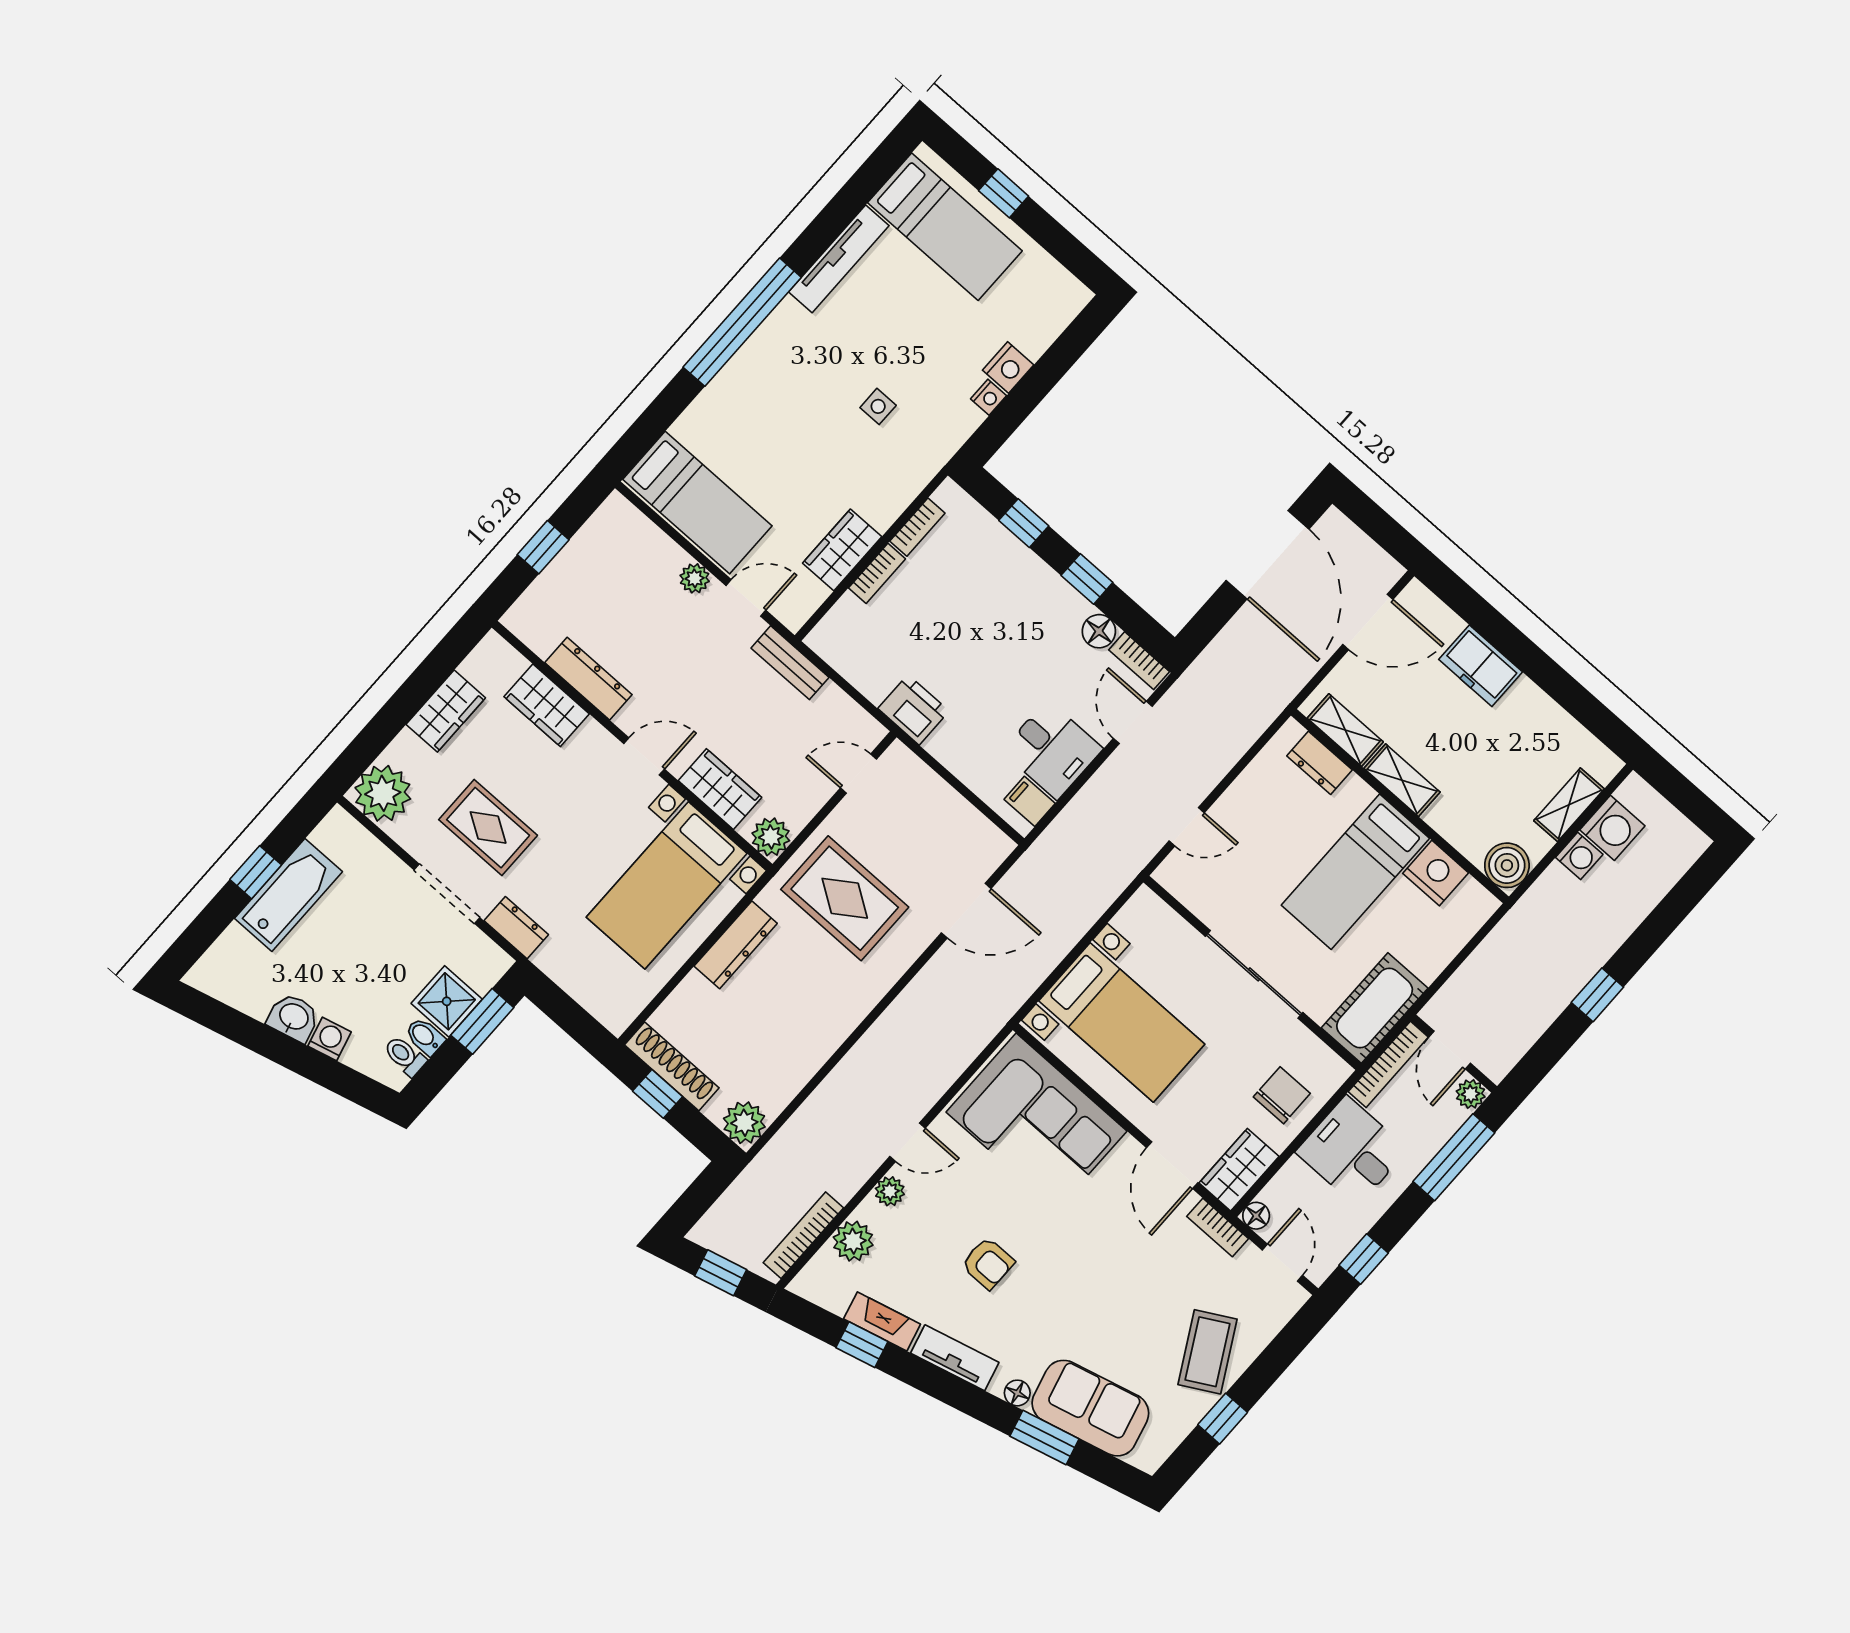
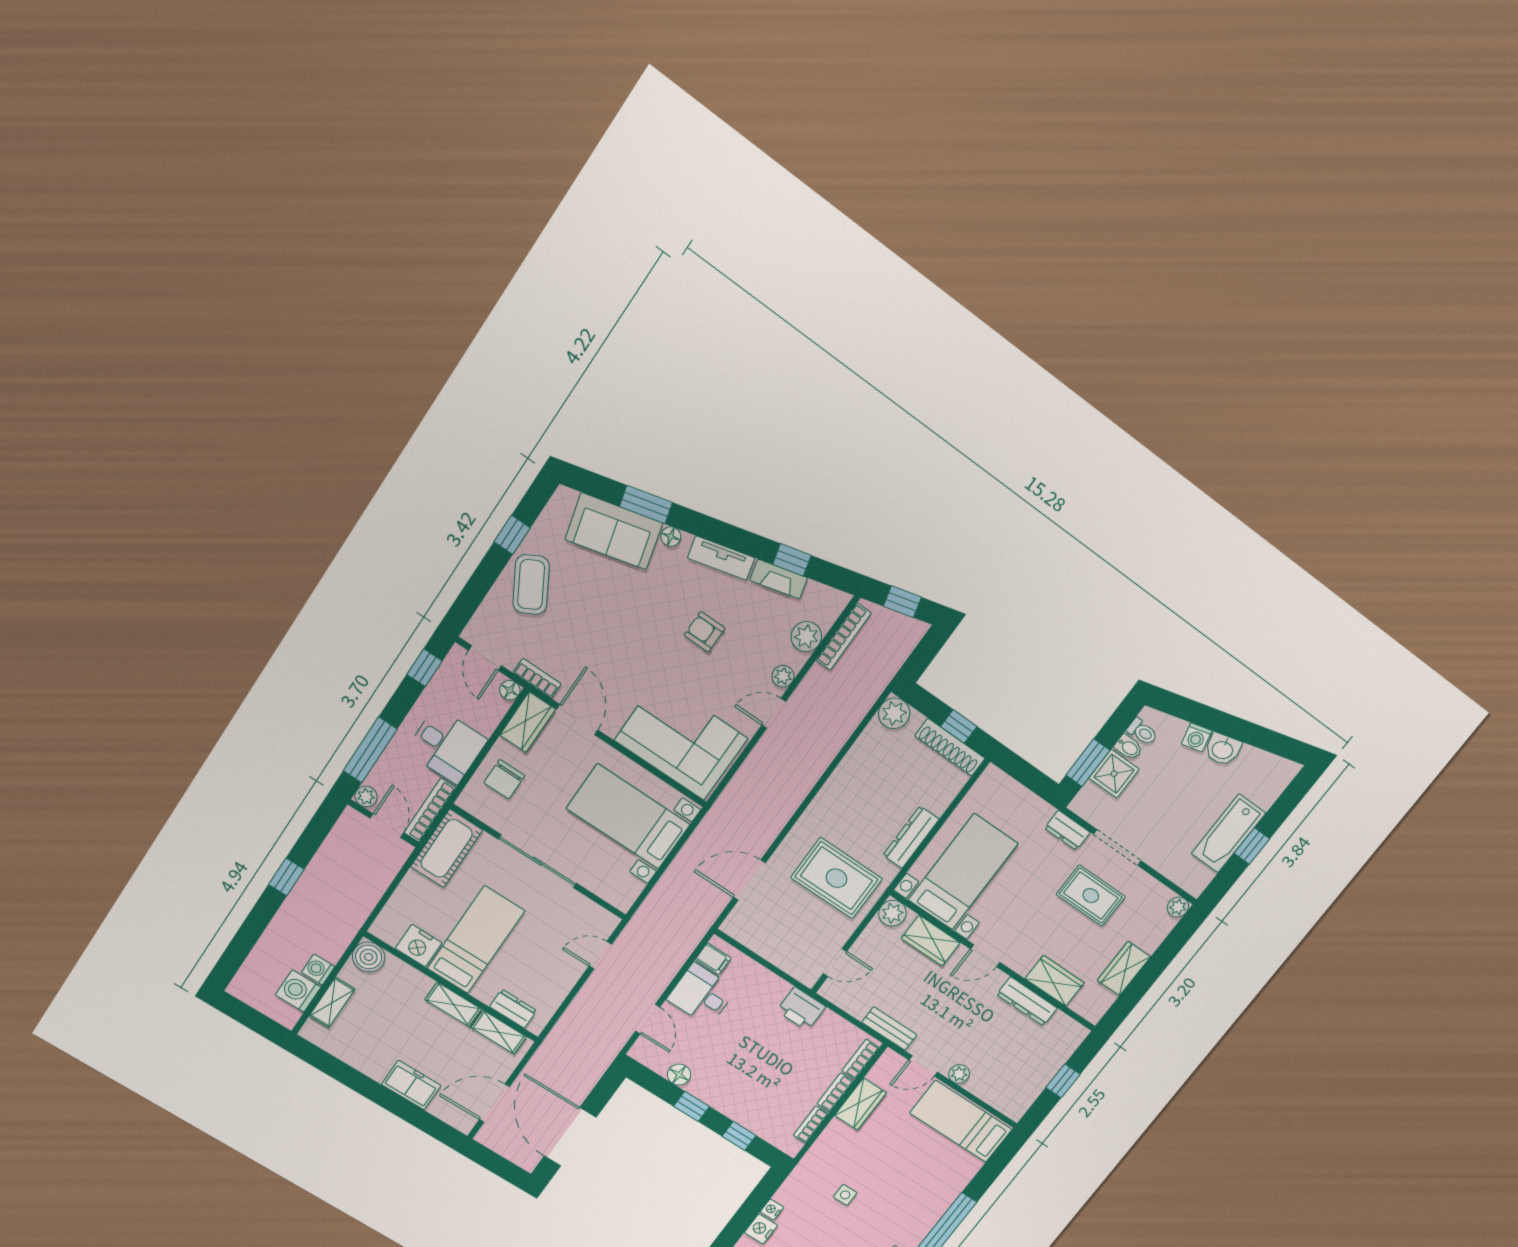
bookcase: (1139, 661) -> (861, 1059), moved, turned -90
plant: (383, 793) -> (1178, 907), width x0.53, depth x0.53

